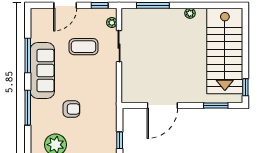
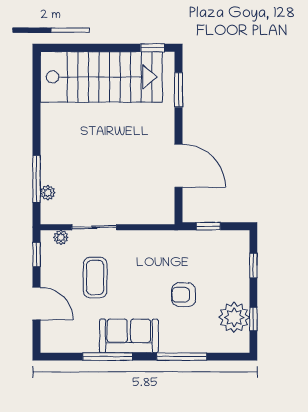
plant: (190, 13) -> (48, 193), moved
sofa: (42, 71) -> (129, 336), width x0.73
armchair: (71, 109) -> (184, 295), turned -90
window: (120, 140) -> (208, 226), moved

